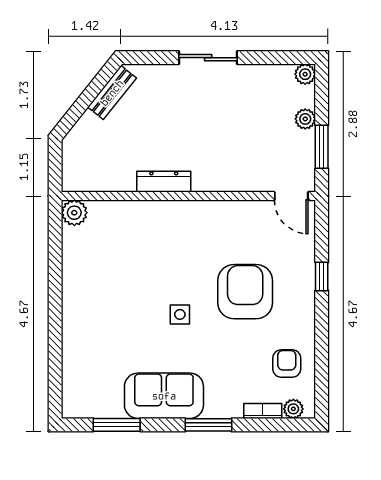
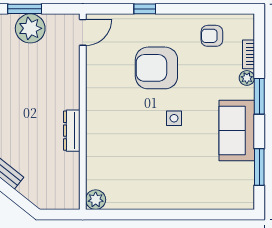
plant: (305, 119) -> (30, 28), width x1.88, depth x1.88
window: (322, 147) -> (25, 9), moved
plant: (293, 409) -> (247, 78), moved

